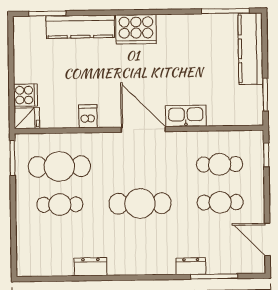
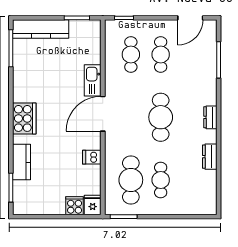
kitchen counter: (80, 27) -> (22, 162), width x0.67
dresser: (191, 266) -> (210, 117), moved

